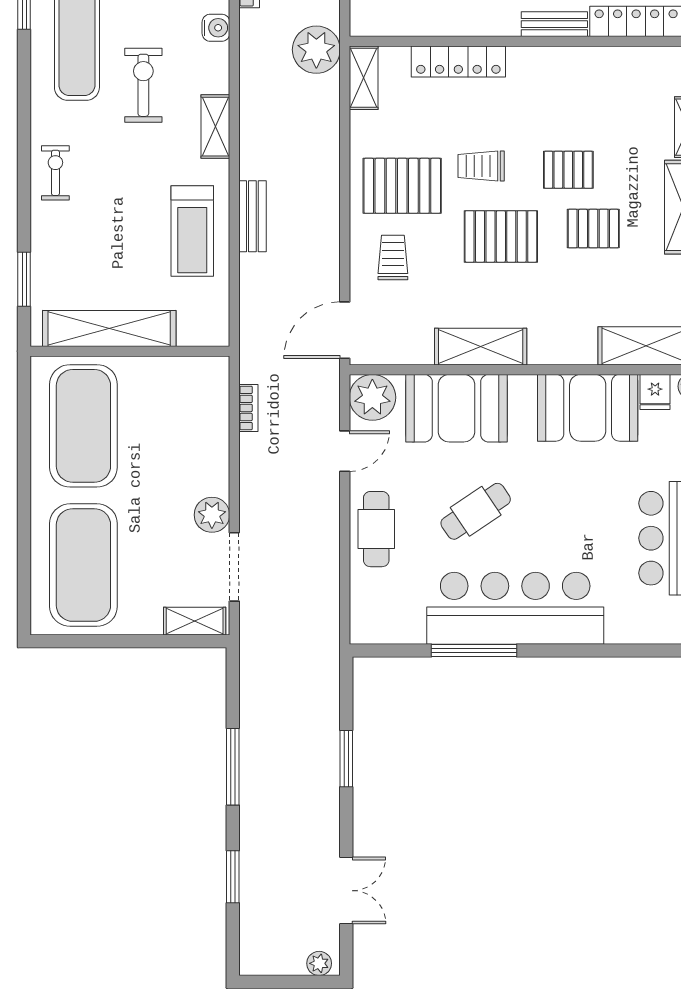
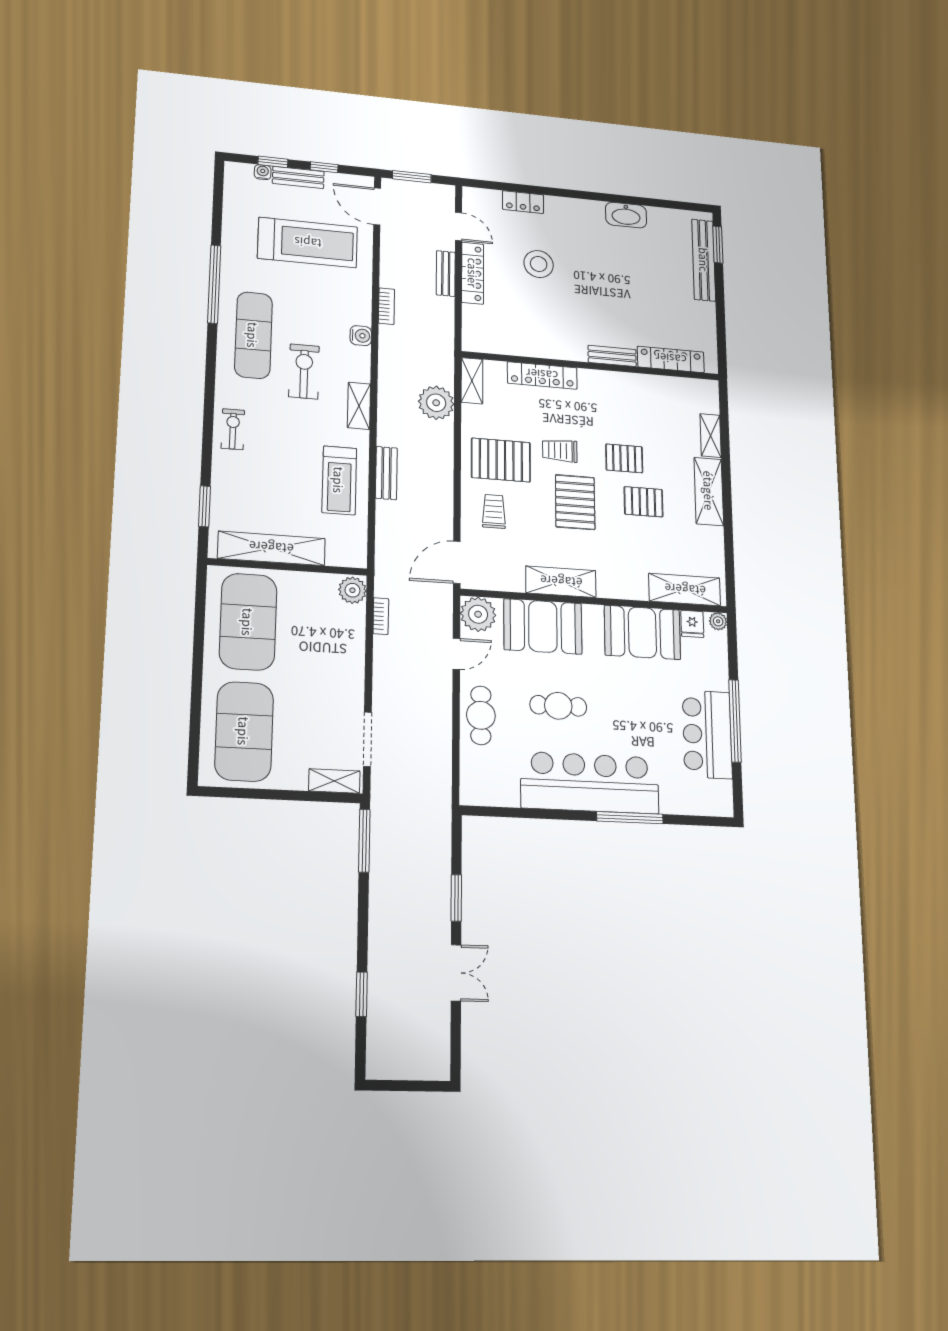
plant: (316, 50) -> (436, 403), moved
pallet: (501, 236) -> (575, 502), turned 90
cafe table: (476, 511) -> (558, 706), turned 34
plant: (212, 515) -> (352, 590), moved
window: (474, 650) -> (630, 818), moved
window: (233, 767) -> (364, 841), moved
double door: (346, 891) -> (456, 973), moved
plant: (319, 963) -> (433, 1070), removed

